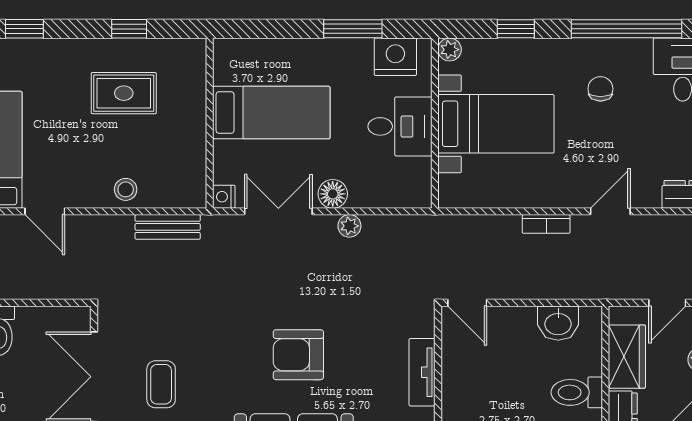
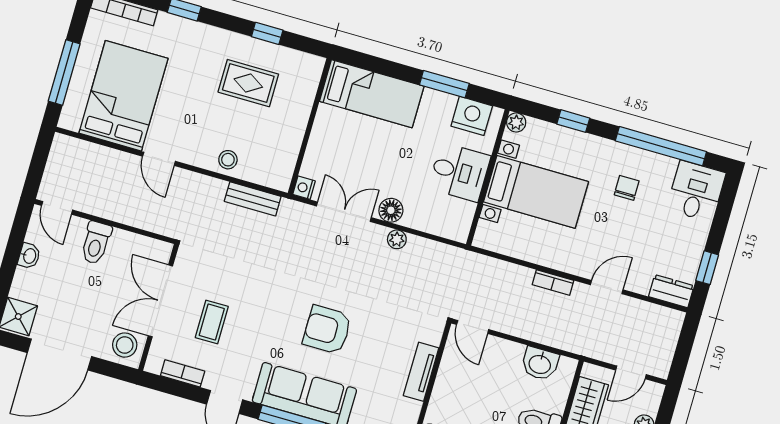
bed: (271, 113) -> (372, 94), moved

